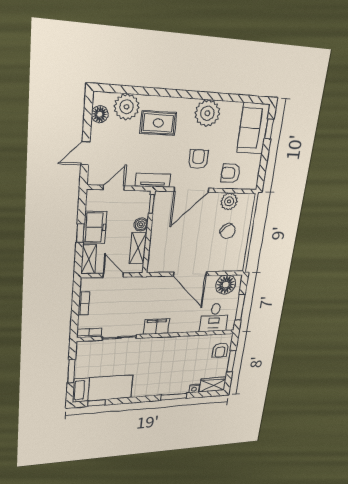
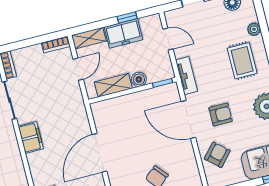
plant: (127, 107) -> (254, 29), width x0.53, depth x0.53
armchair: (231, 173) -> (217, 155), turned 42
plant: (229, 201) -> (188, 165), removed
window: (80, 233) -> (127, 17), moved
bookcase: (84, 303) -> (56, 45), moved

